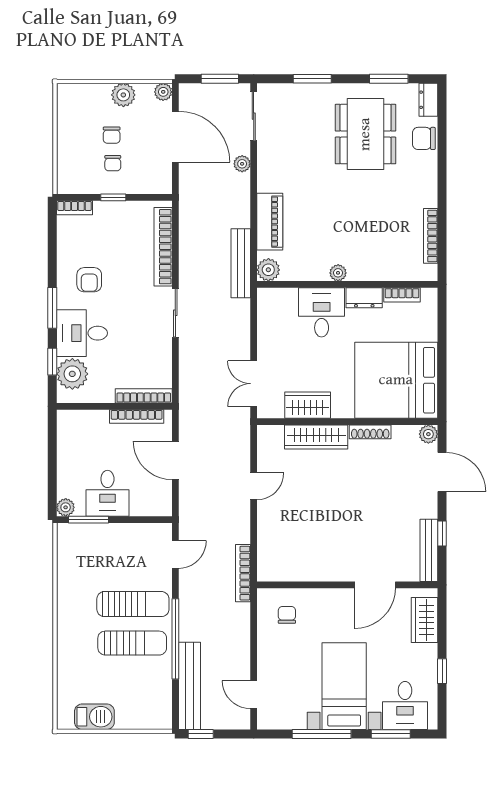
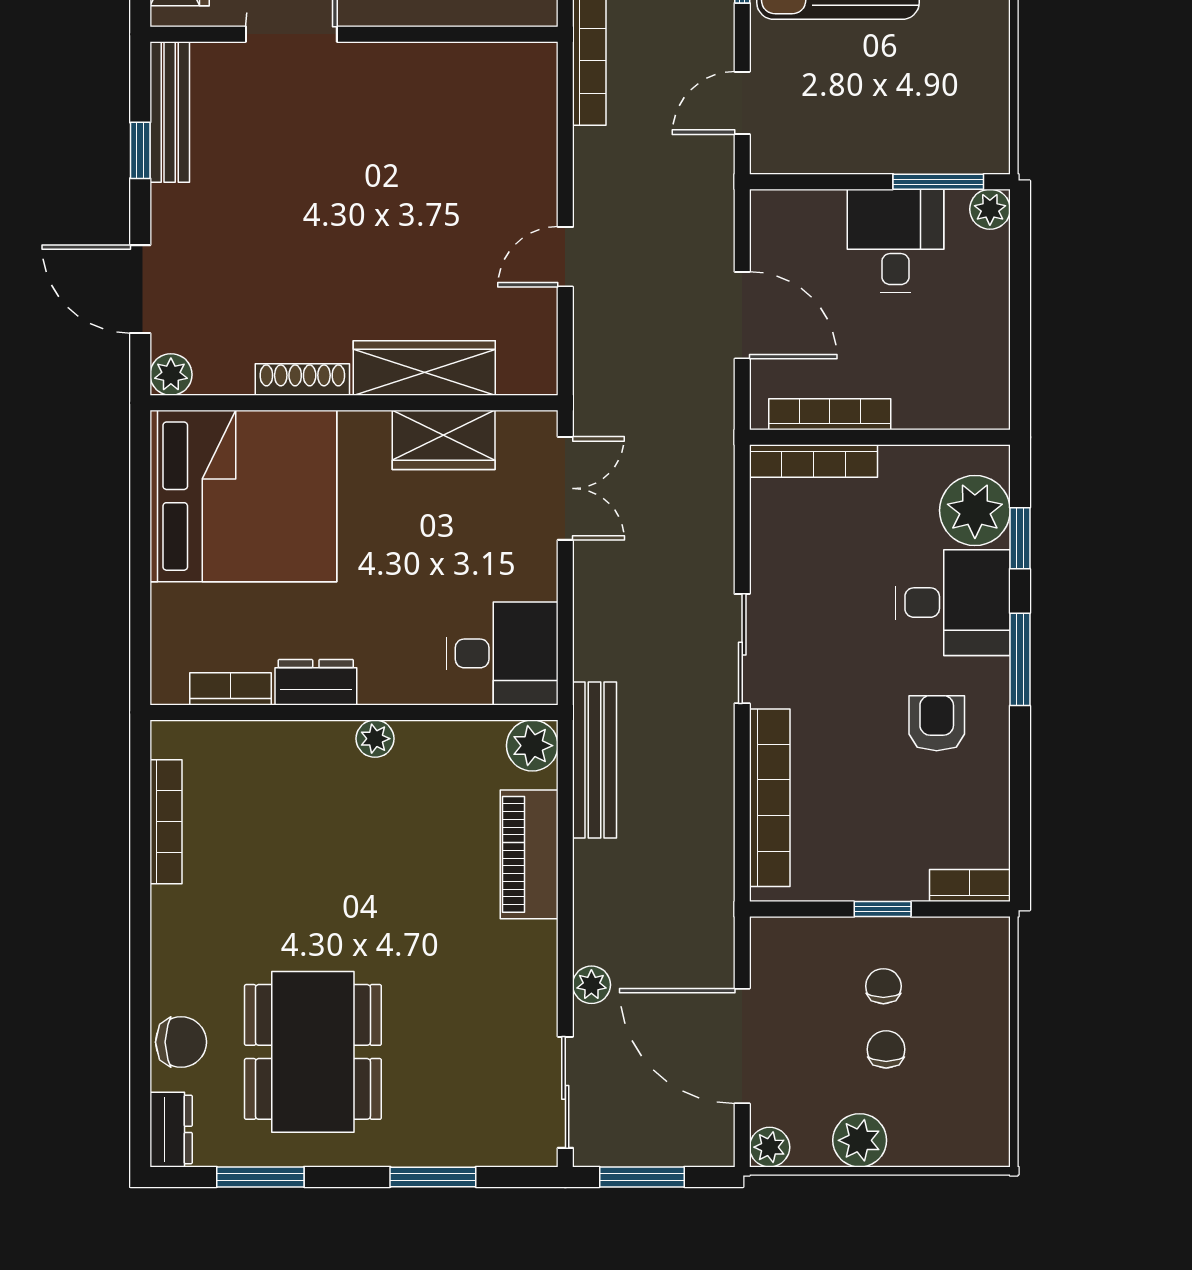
desk: (322, 312) -> (502, 653), moved, turned -90

